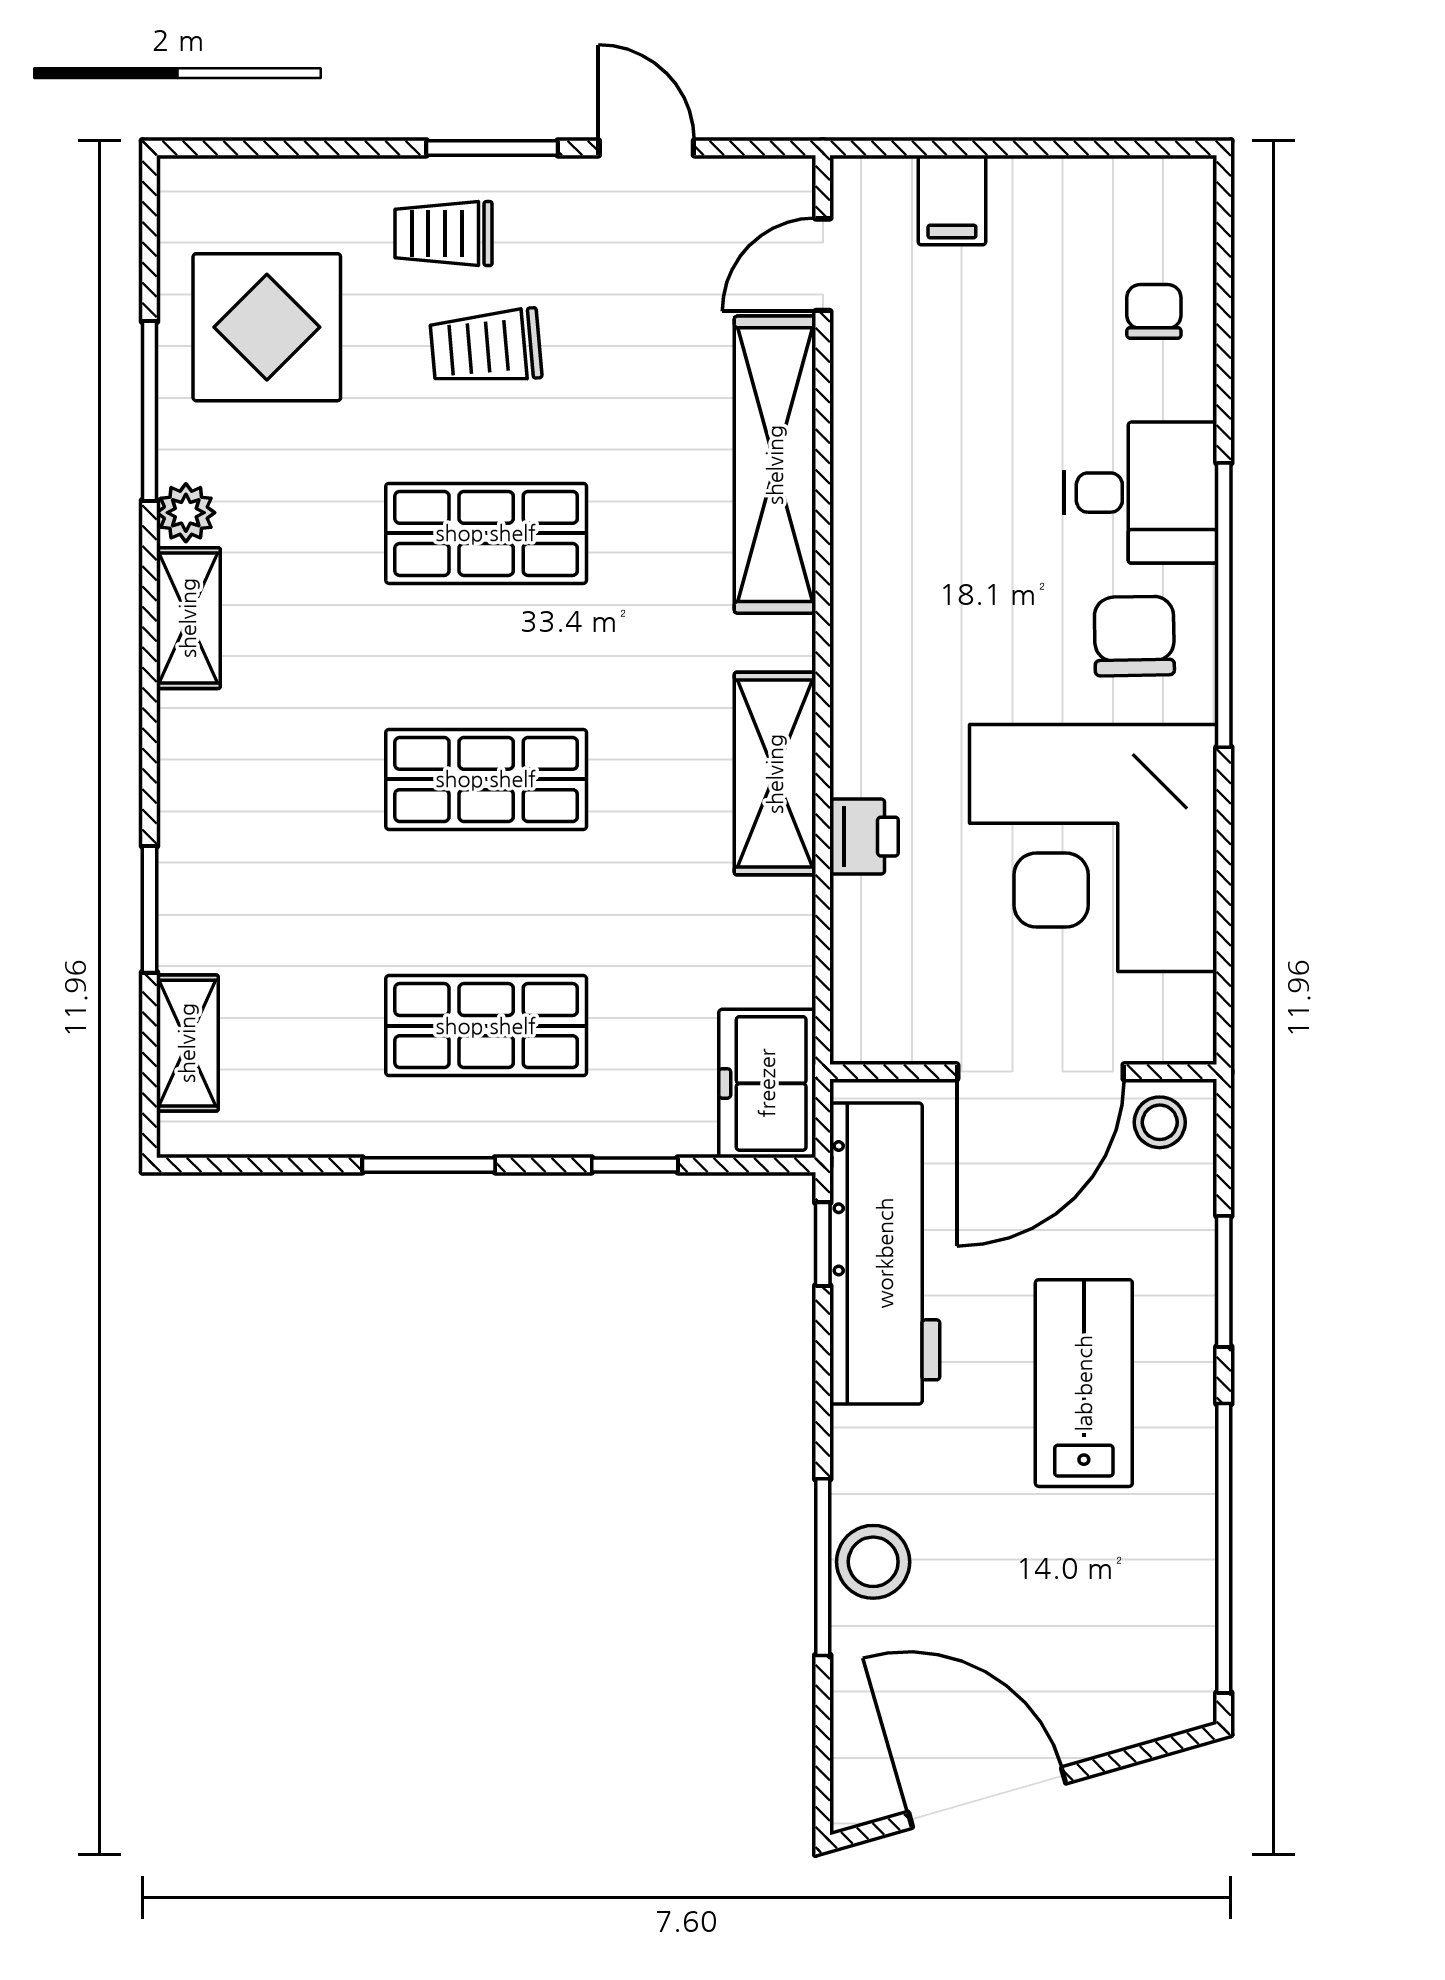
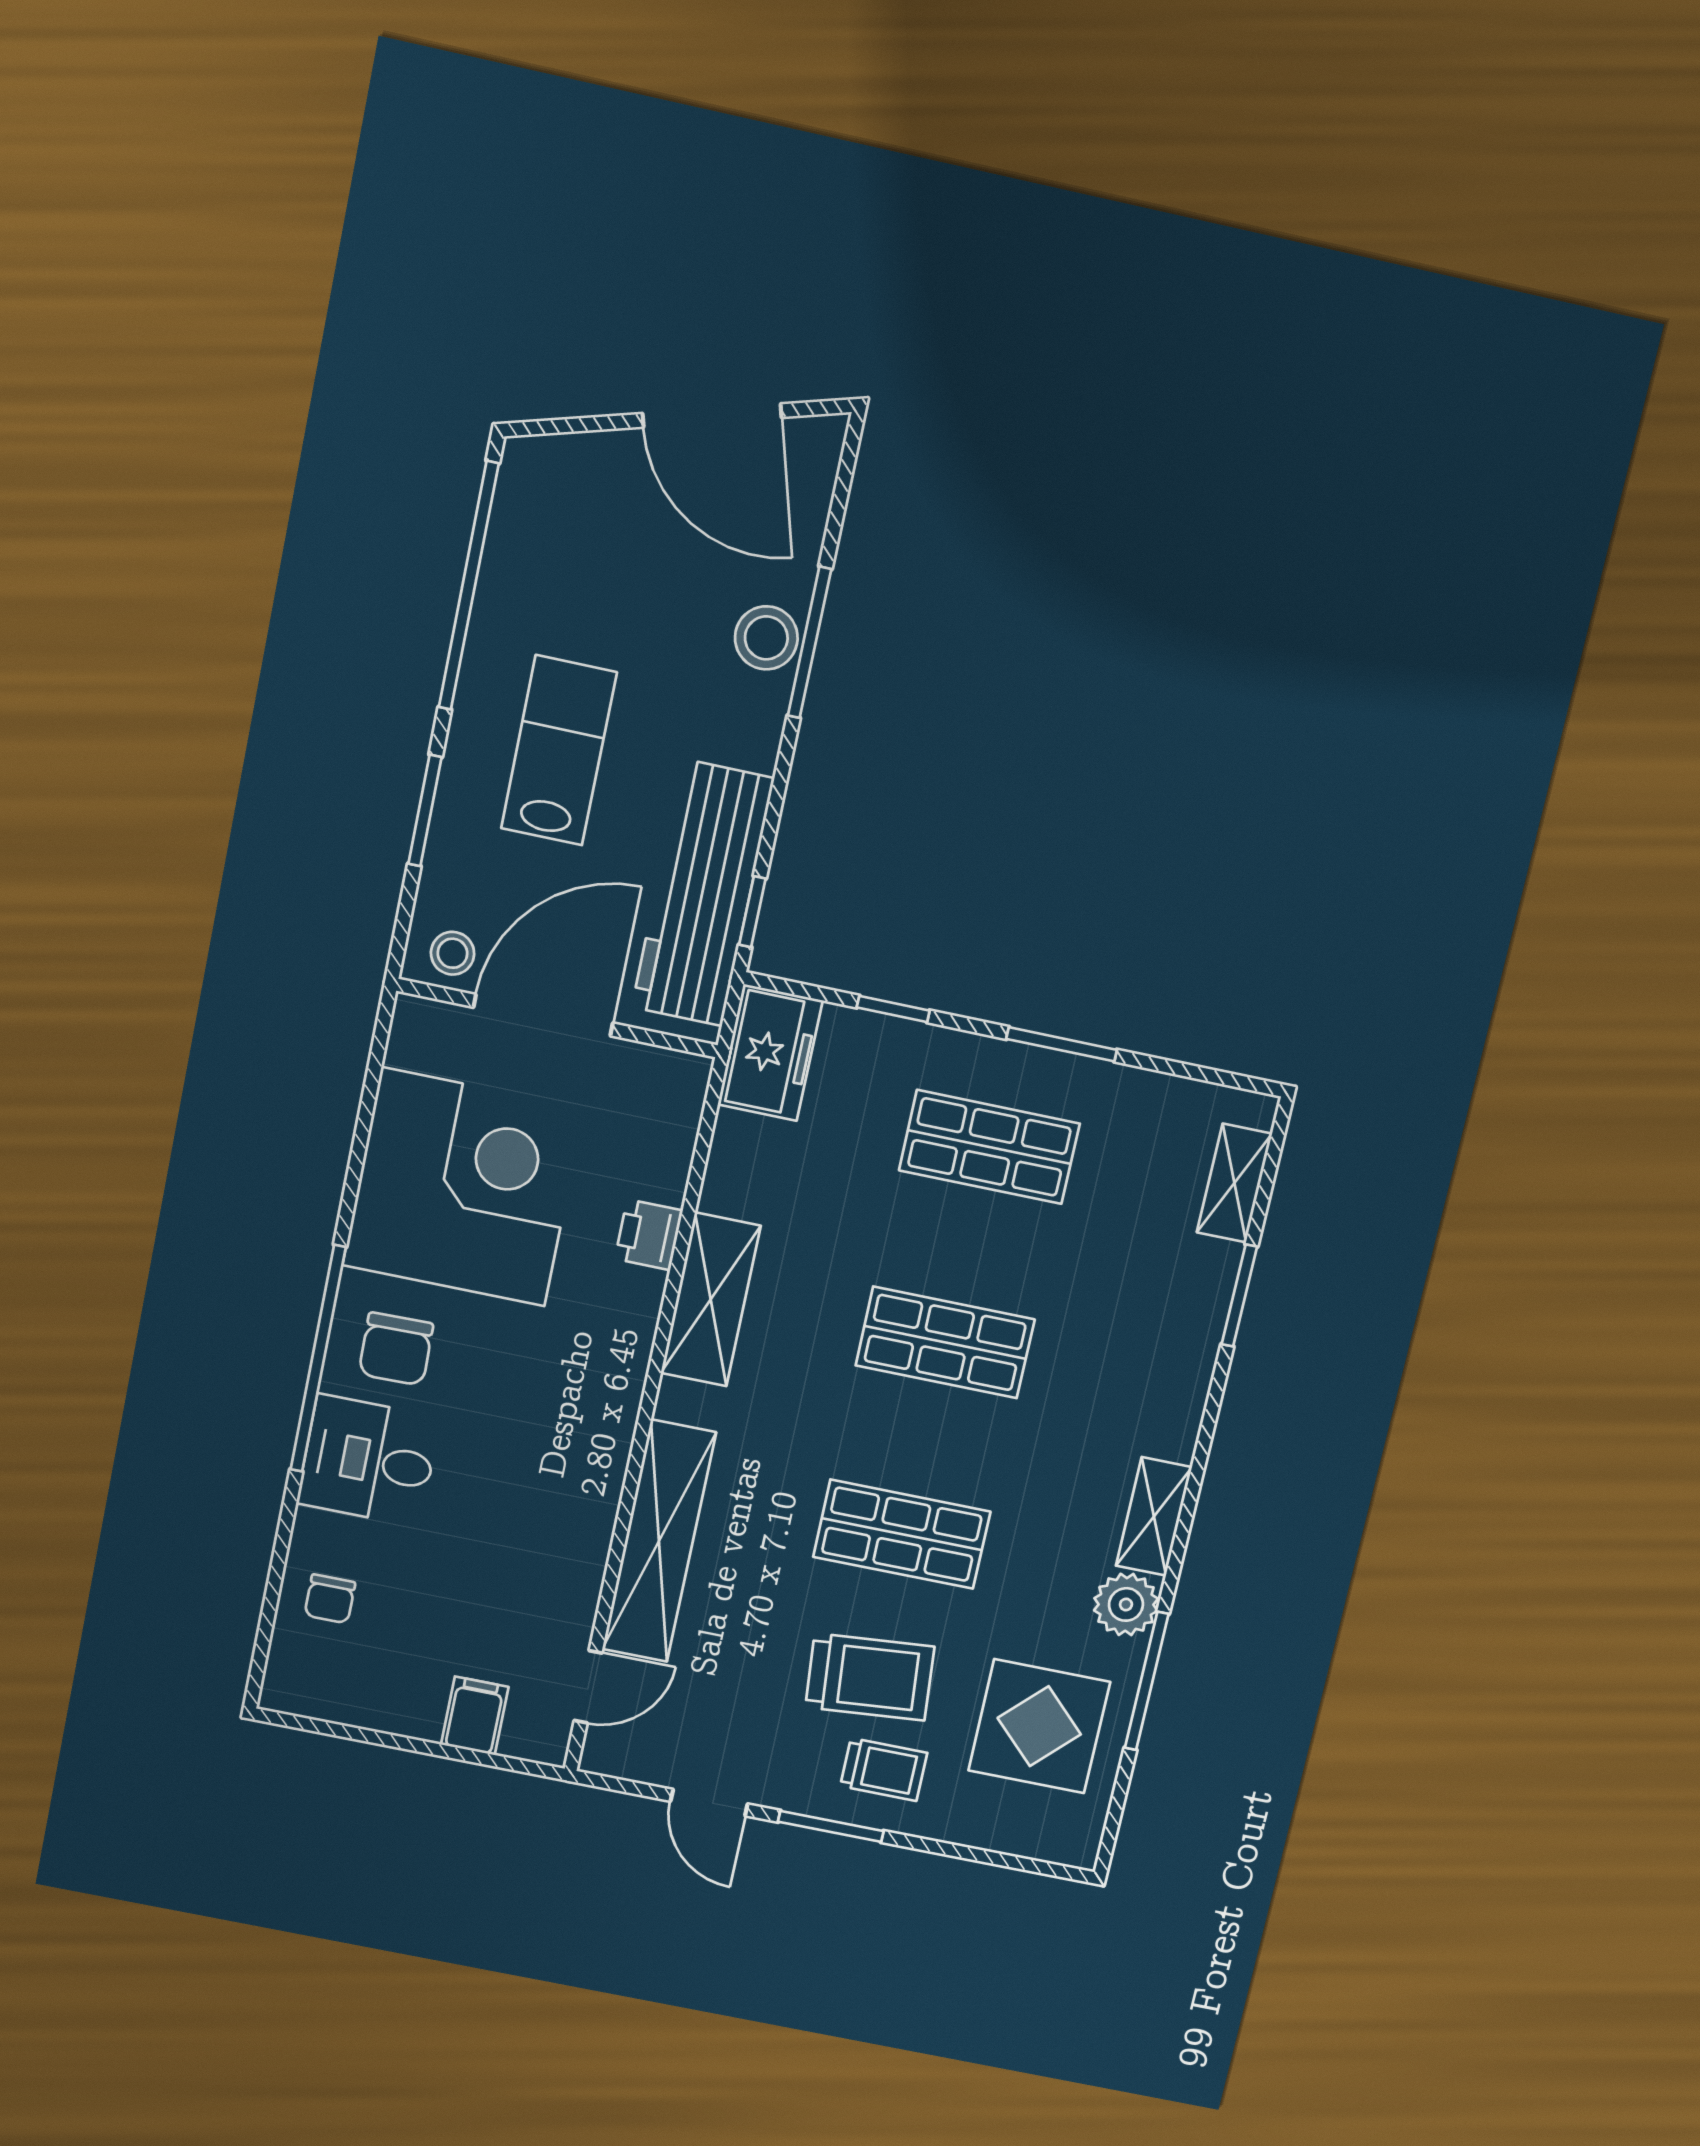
trolley: (486, 347) -> (870, 1677), width x1.36, depth x1.39
plant: (186, 513) -> (1126, 1604), width x1.38, depth x1.38
lab bench: (1084, 1383) -> (559, 750), turned 180

